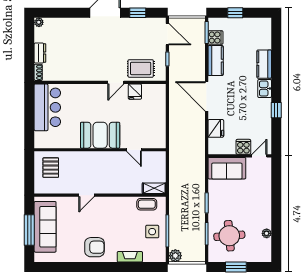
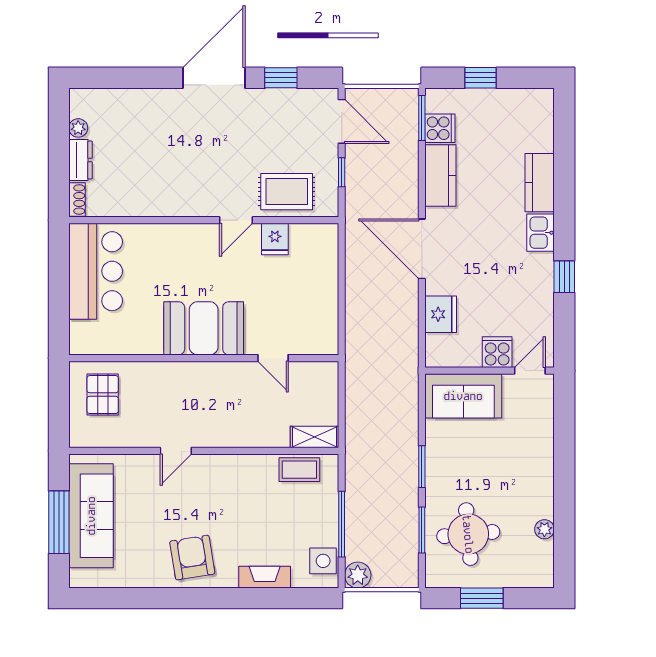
plant: (39, 22) -> (78, 128), moved
side table: (152, 232) -> (323, 561), moved
armchair: (95, 247) -> (192, 558), turned -99

